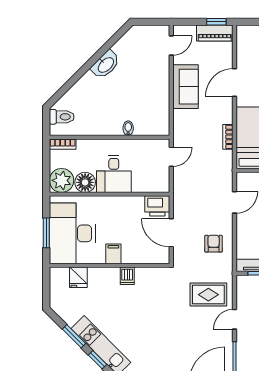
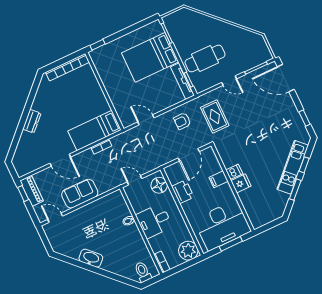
desk: (114, 174) -> (154, 221), moved, turned 180
floor lamp: (85, 182) -> (159, 185), moved
printer: (157, 206) -> (183, 192), moved
filing cabinet: (113, 254) -> (219, 179), moved
fridge: (78, 277) -> (241, 183), moved
rug: (208, 295) -> (215, 117), moved

